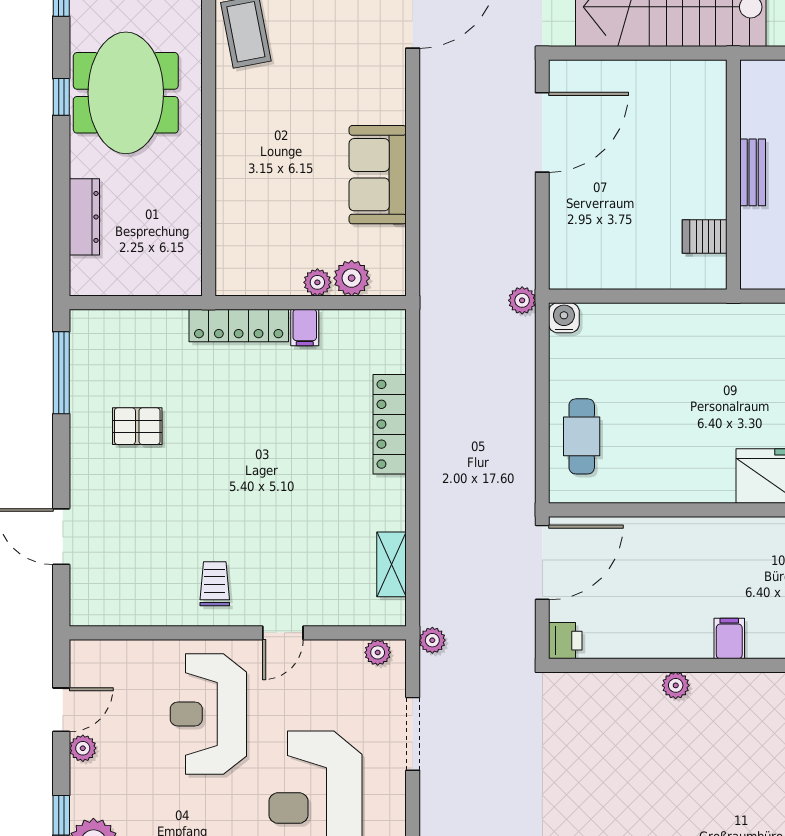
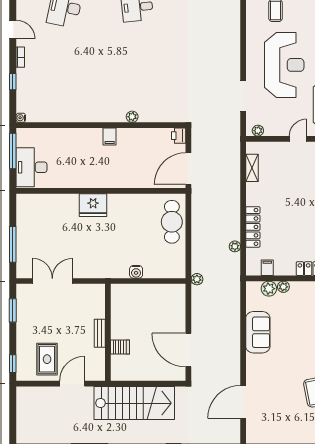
door: (542, 132) -> (188, 350), hinge flipped
server rack: (705, 237) -> (120, 347), moved
water cooler: (564, 318) -> (136, 272), moved
filing cabinet: (305, 327) -> (267, 268), moved
cafe table: (582, 436) -> (172, 222), width x1.37, depth x1.35
plant: (432, 640) -> (235, 246), moved

